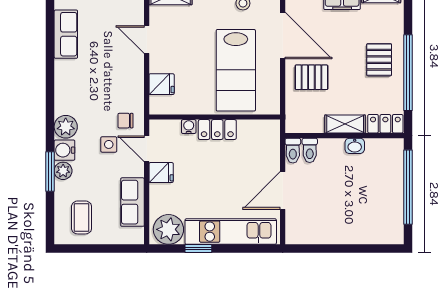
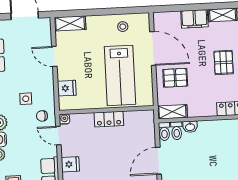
shelving: (345, 124) -> (172, 112), moved
water cooler: (189, 127) -> (64, 119), moved
side table: (109, 144) -> (26, 99), moved
washbasin: (355, 146) -> (190, 127), moved
fridge: (161, 173) -> (70, 164), moved

